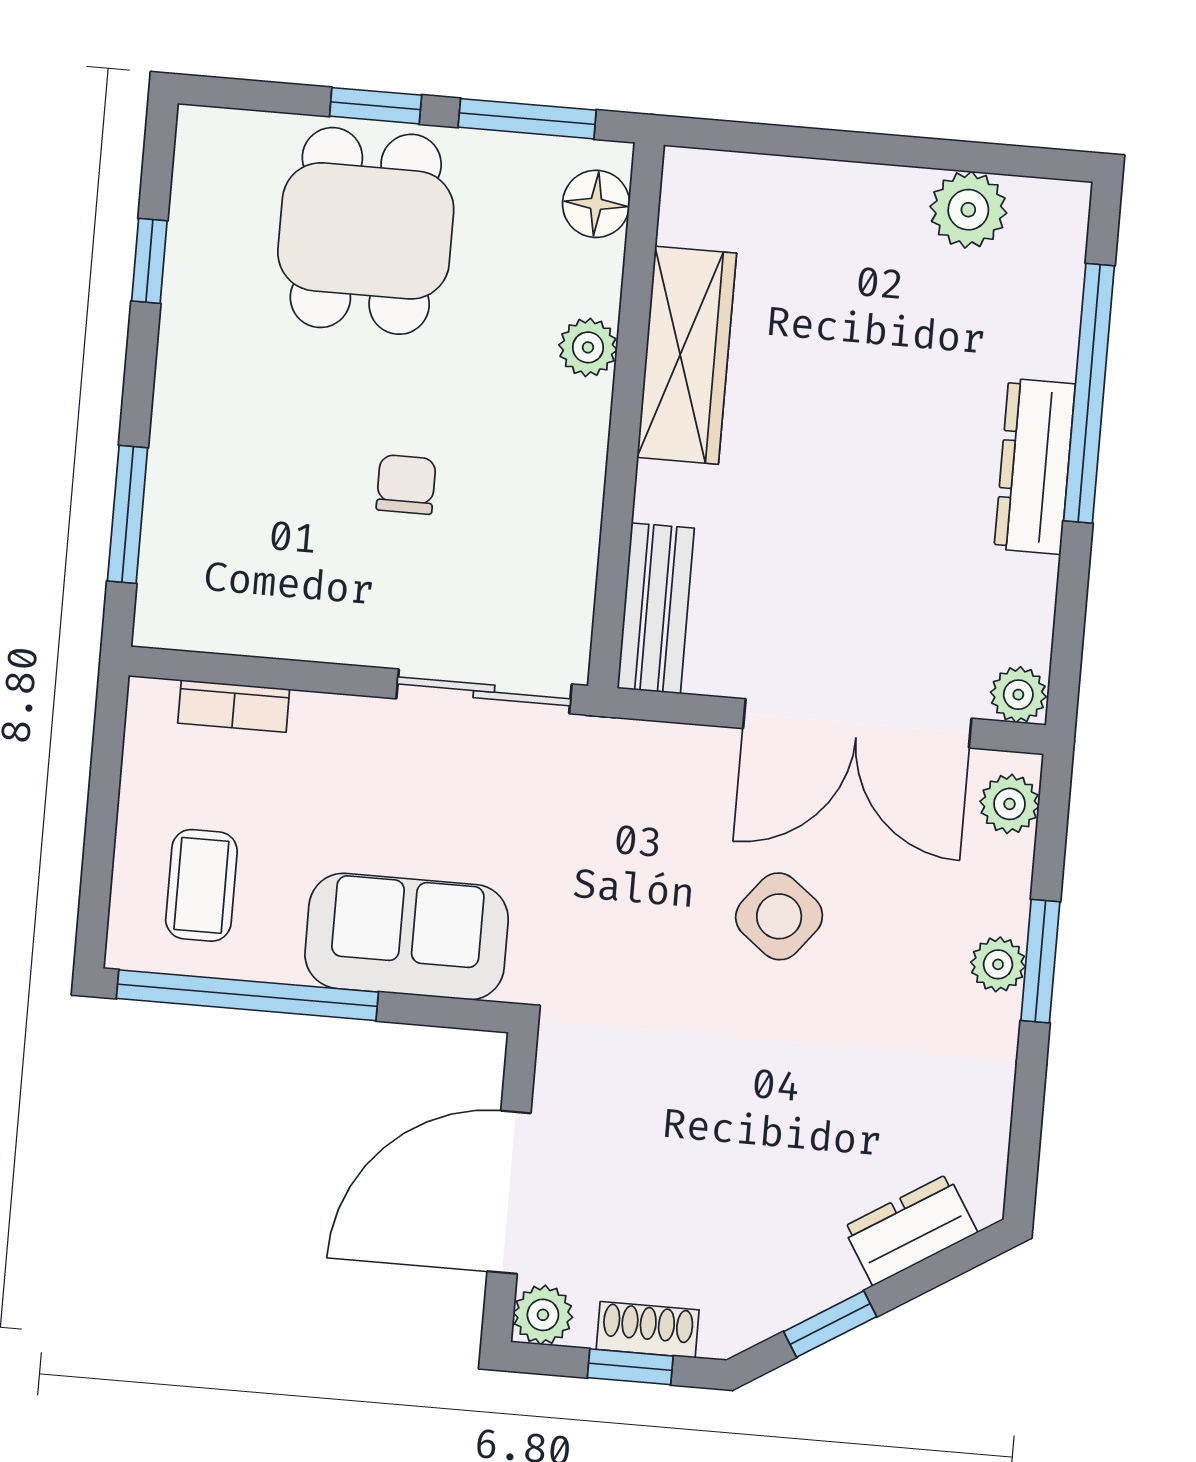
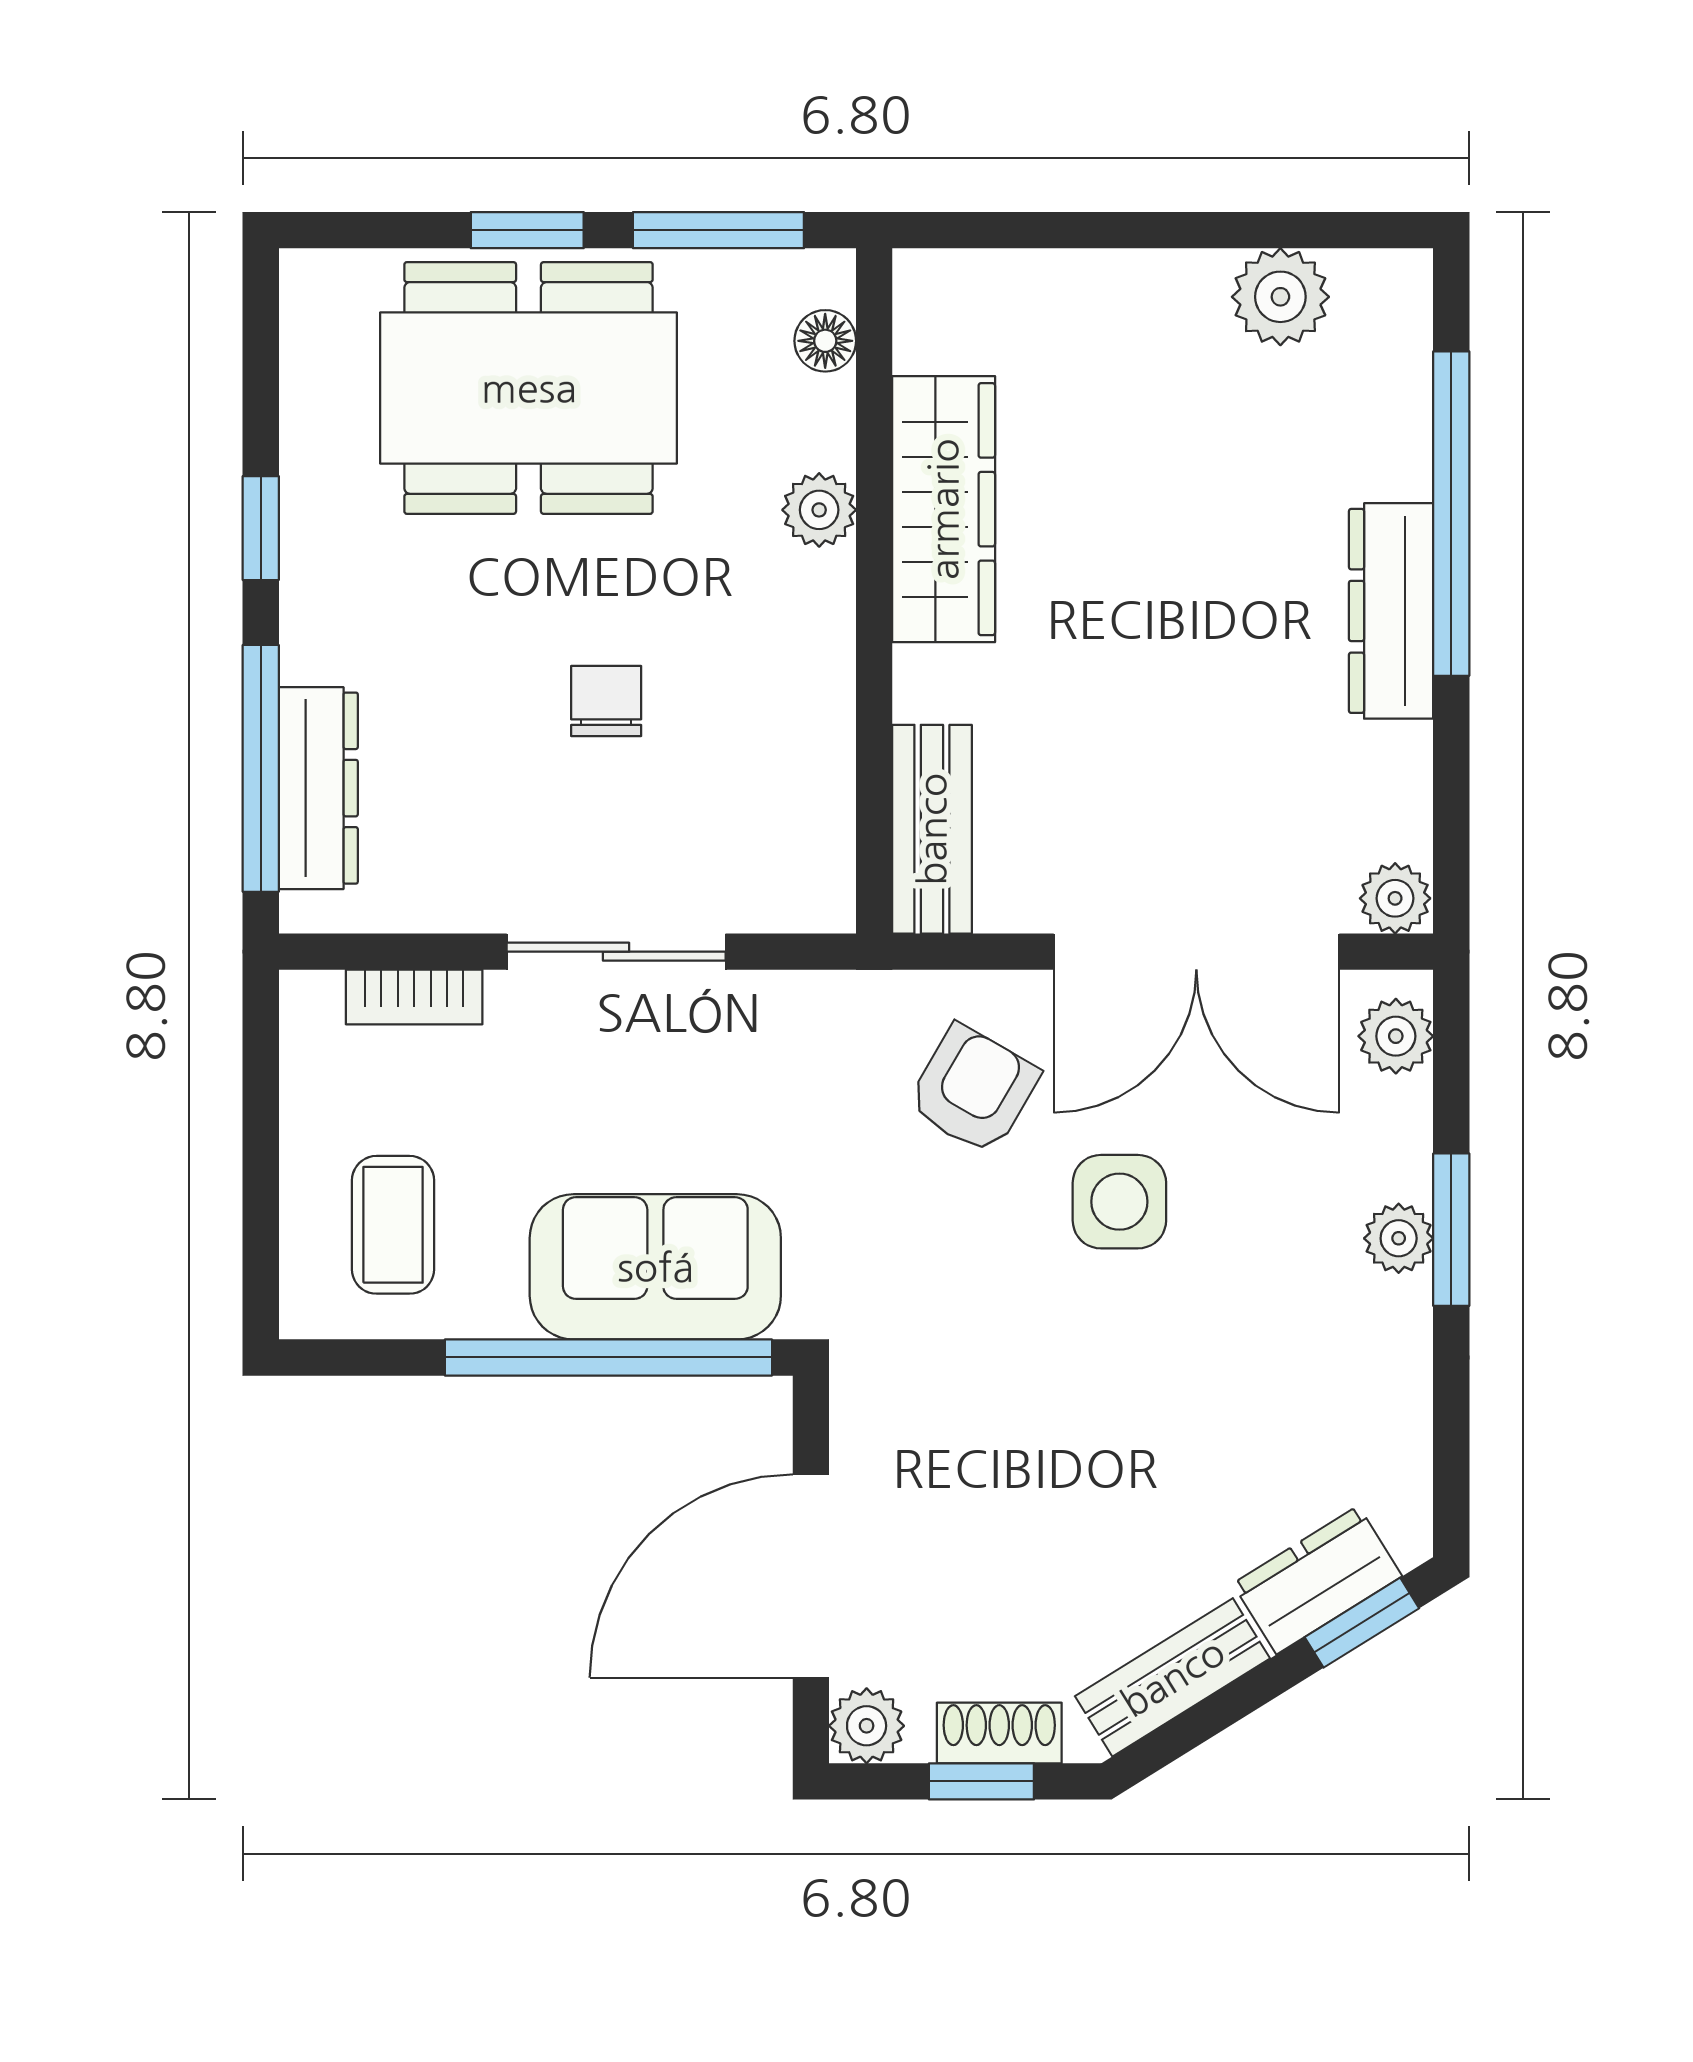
floor lamp: (596, 204) -> (825, 341), width x0.73, depth x0.73
dining table: (366, 231) -> (529, 388), width x1.38
window: (149, 261) -> (261, 528), moved
window: (128, 514) -> (261, 768), width x1.44
dresser: (172, 534) -> (318, 788), added
sliding door: (484, 691) -> (616, 952), moved
armchair: (671, 818) -> (973, 1090), added
side table: (779, 916) -> (1119, 1202), turned -38
window: (247, 995) -> (608, 1357), moved
bench: (789, 1297) -> (1173, 1677), added
window: (830, 1324) -> (1362, 1623), moved

